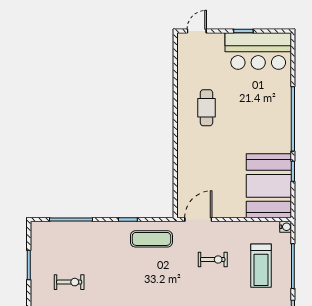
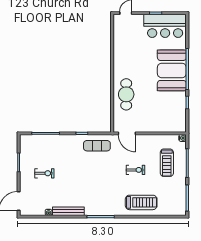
cafe table: (206, 108) -> (126, 94), moved, width x1.37, depth x1.35
booth: (269, 186) -> (172, 70), moved
door: (198, 219) -> (127, 133), swing flipped
exercise bike: (213, 260) -> (135, 170), moved

